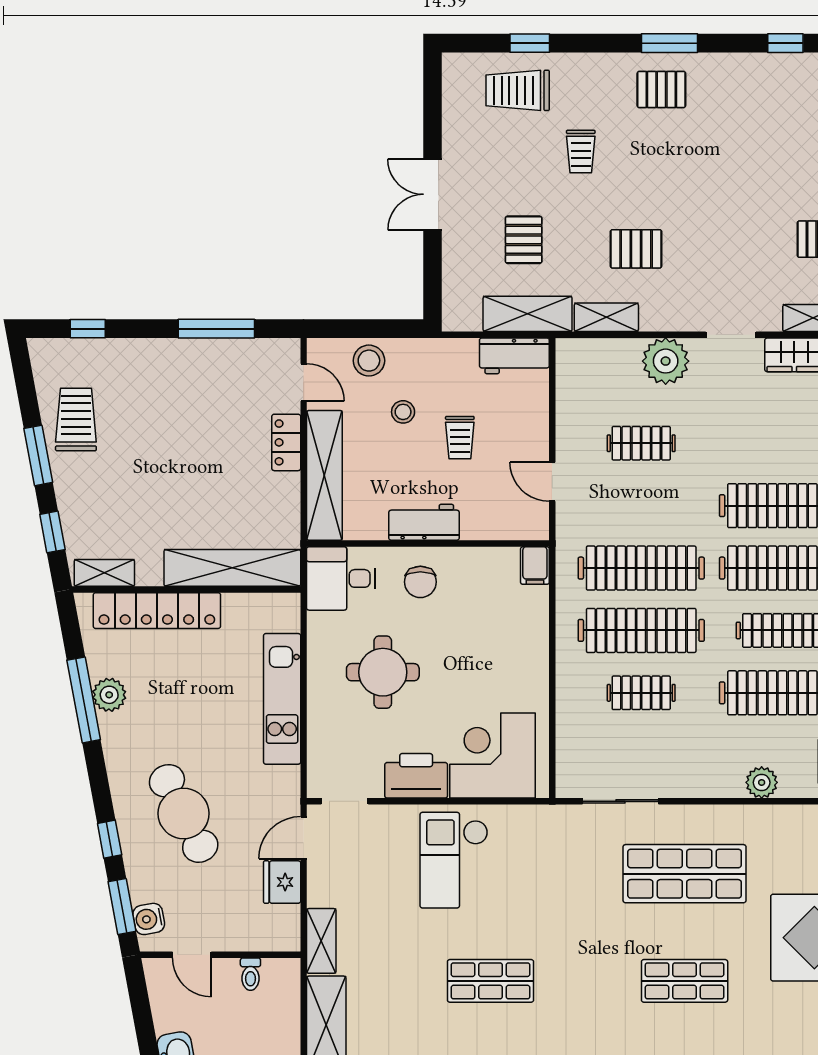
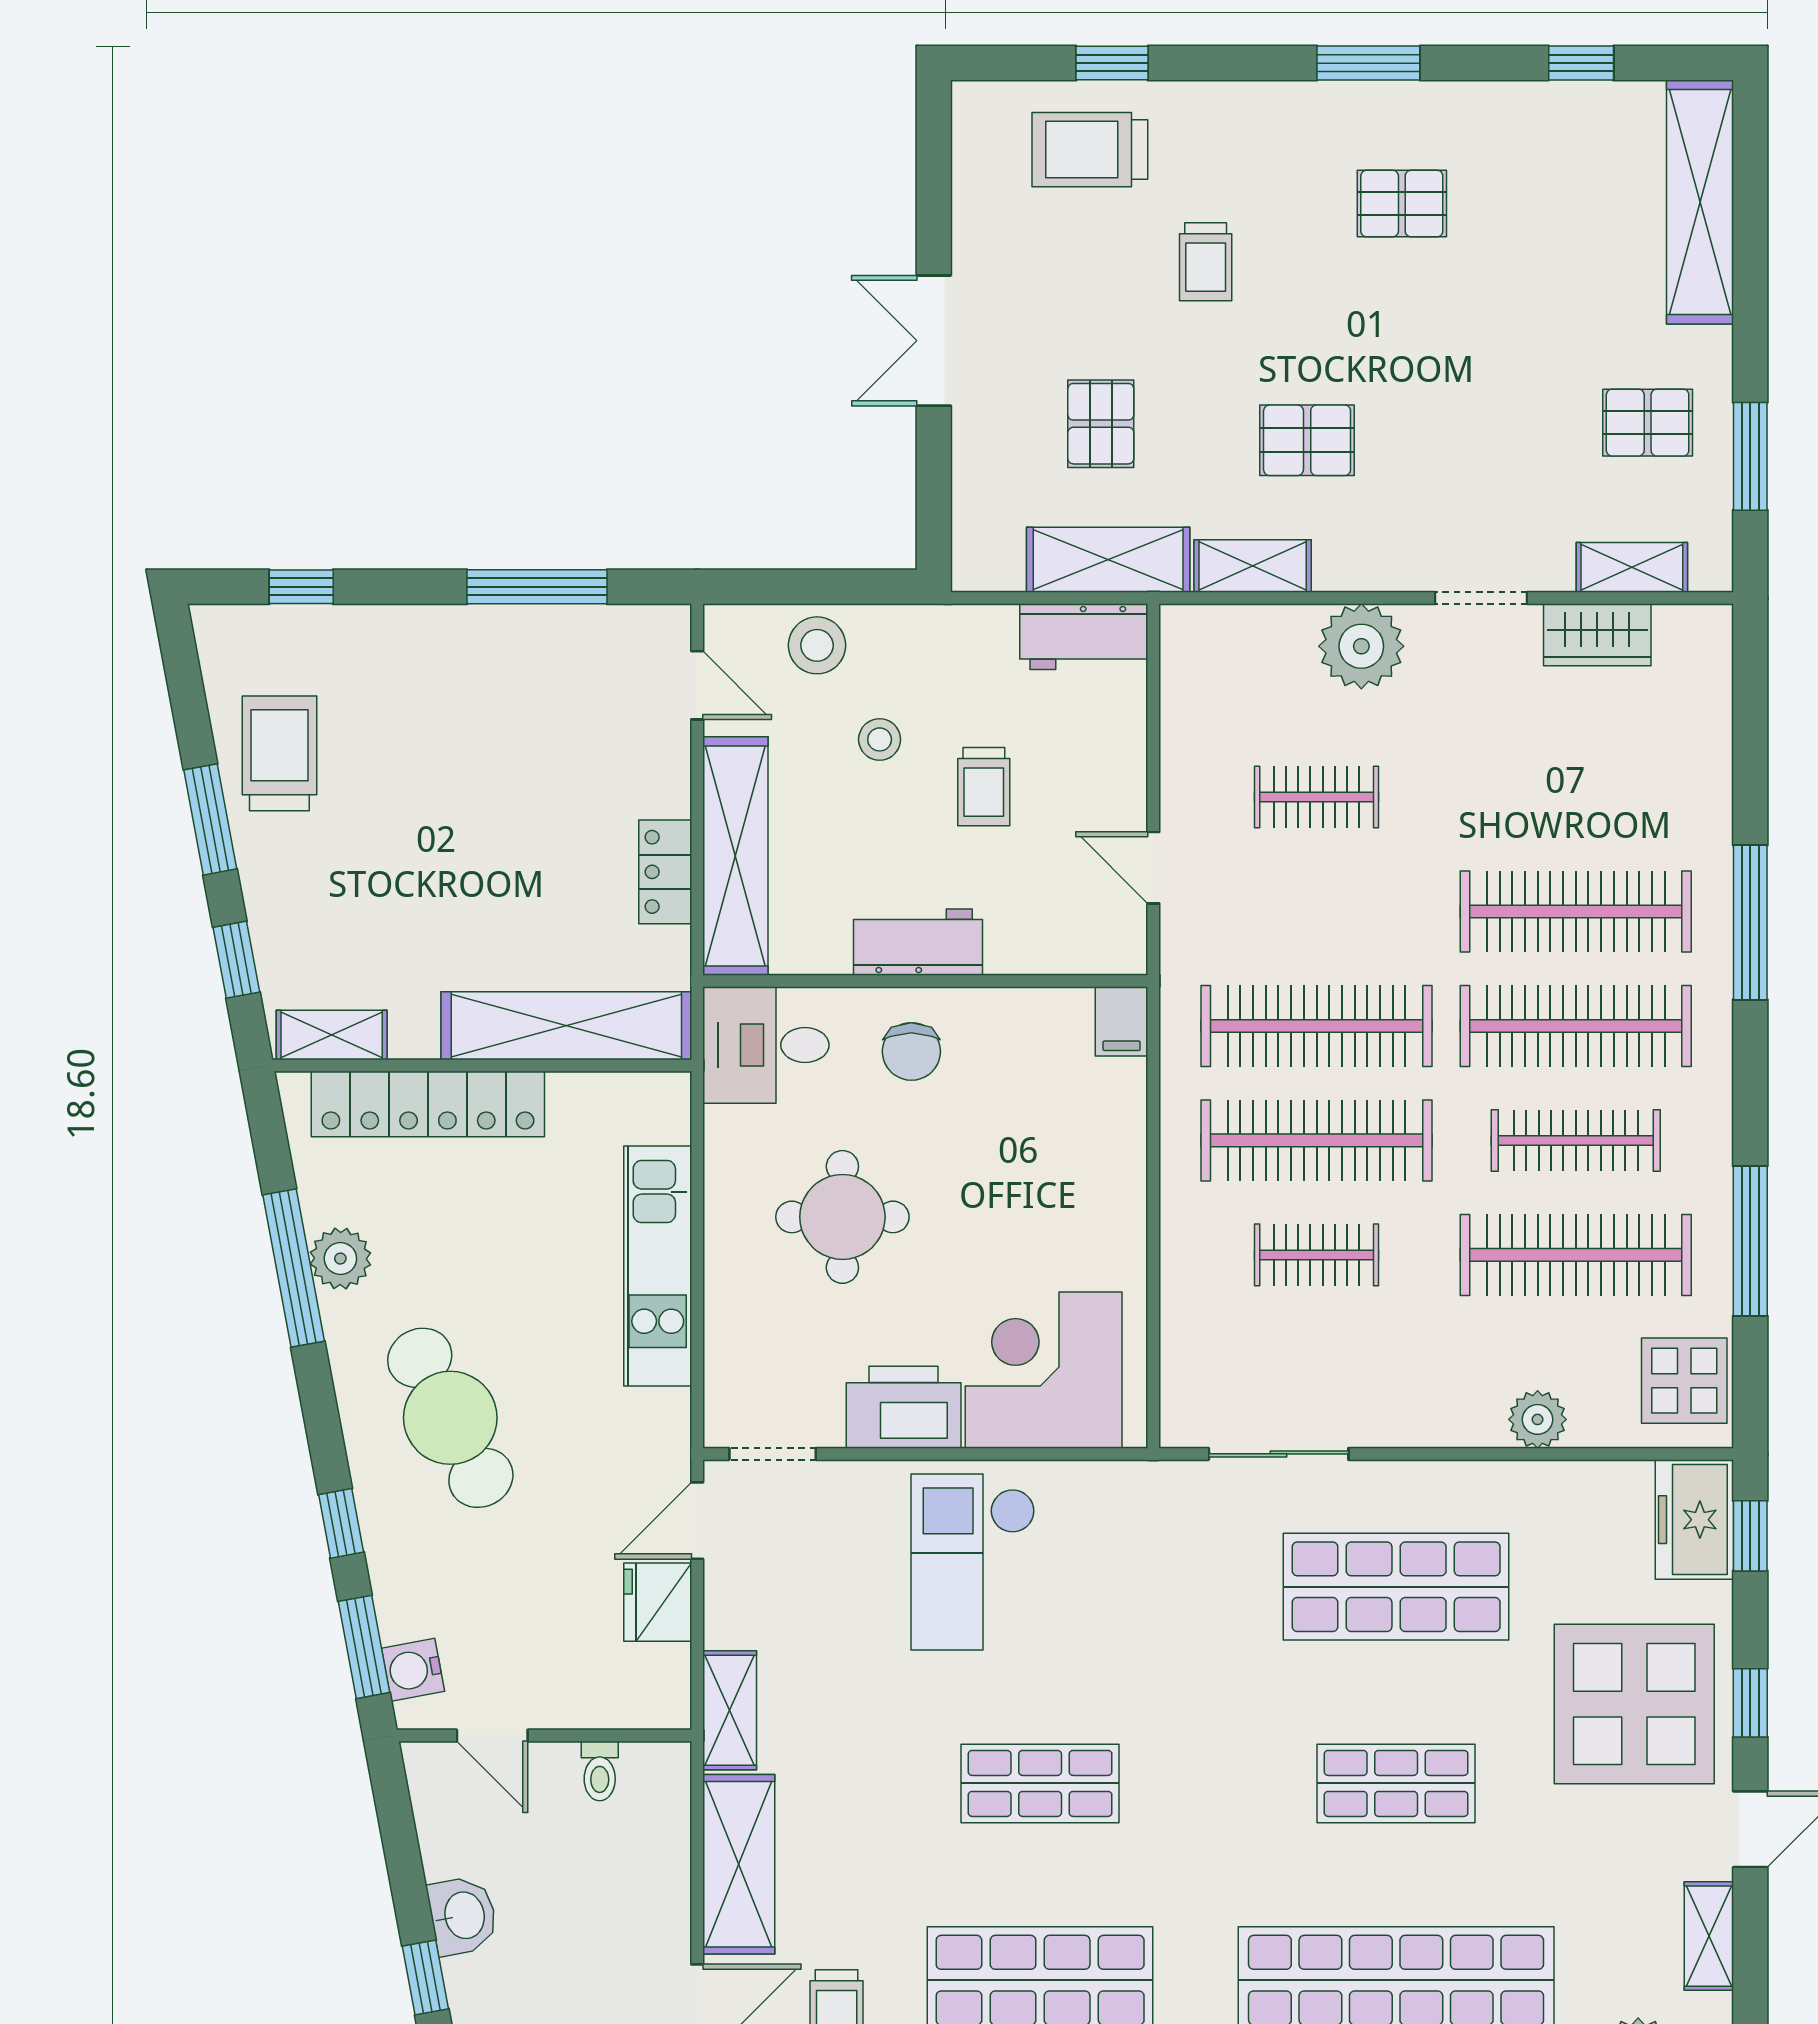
pallet: (661, 89) -> (1402, 204), moved
locker: (286, 442) -> (665, 872), moved
cafe table: (184, 813) -> (450, 1418), moved

